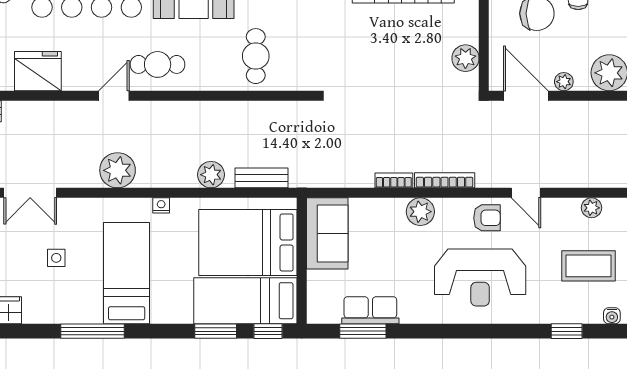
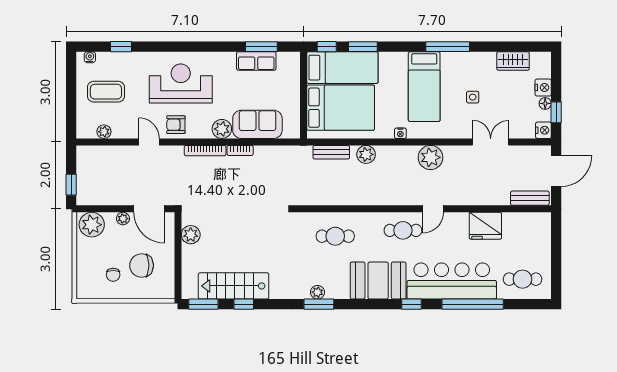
cafe table: (256, 56) -> (335, 236), turned 90
sofa: (327, 233) -> (257, 124), moved, turned 90

